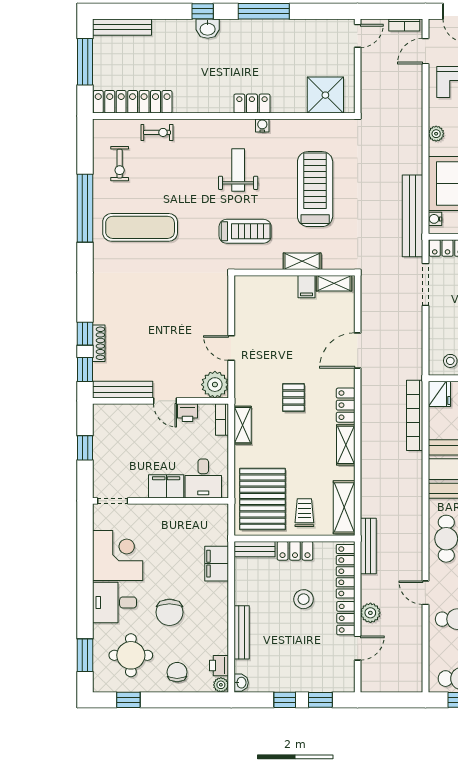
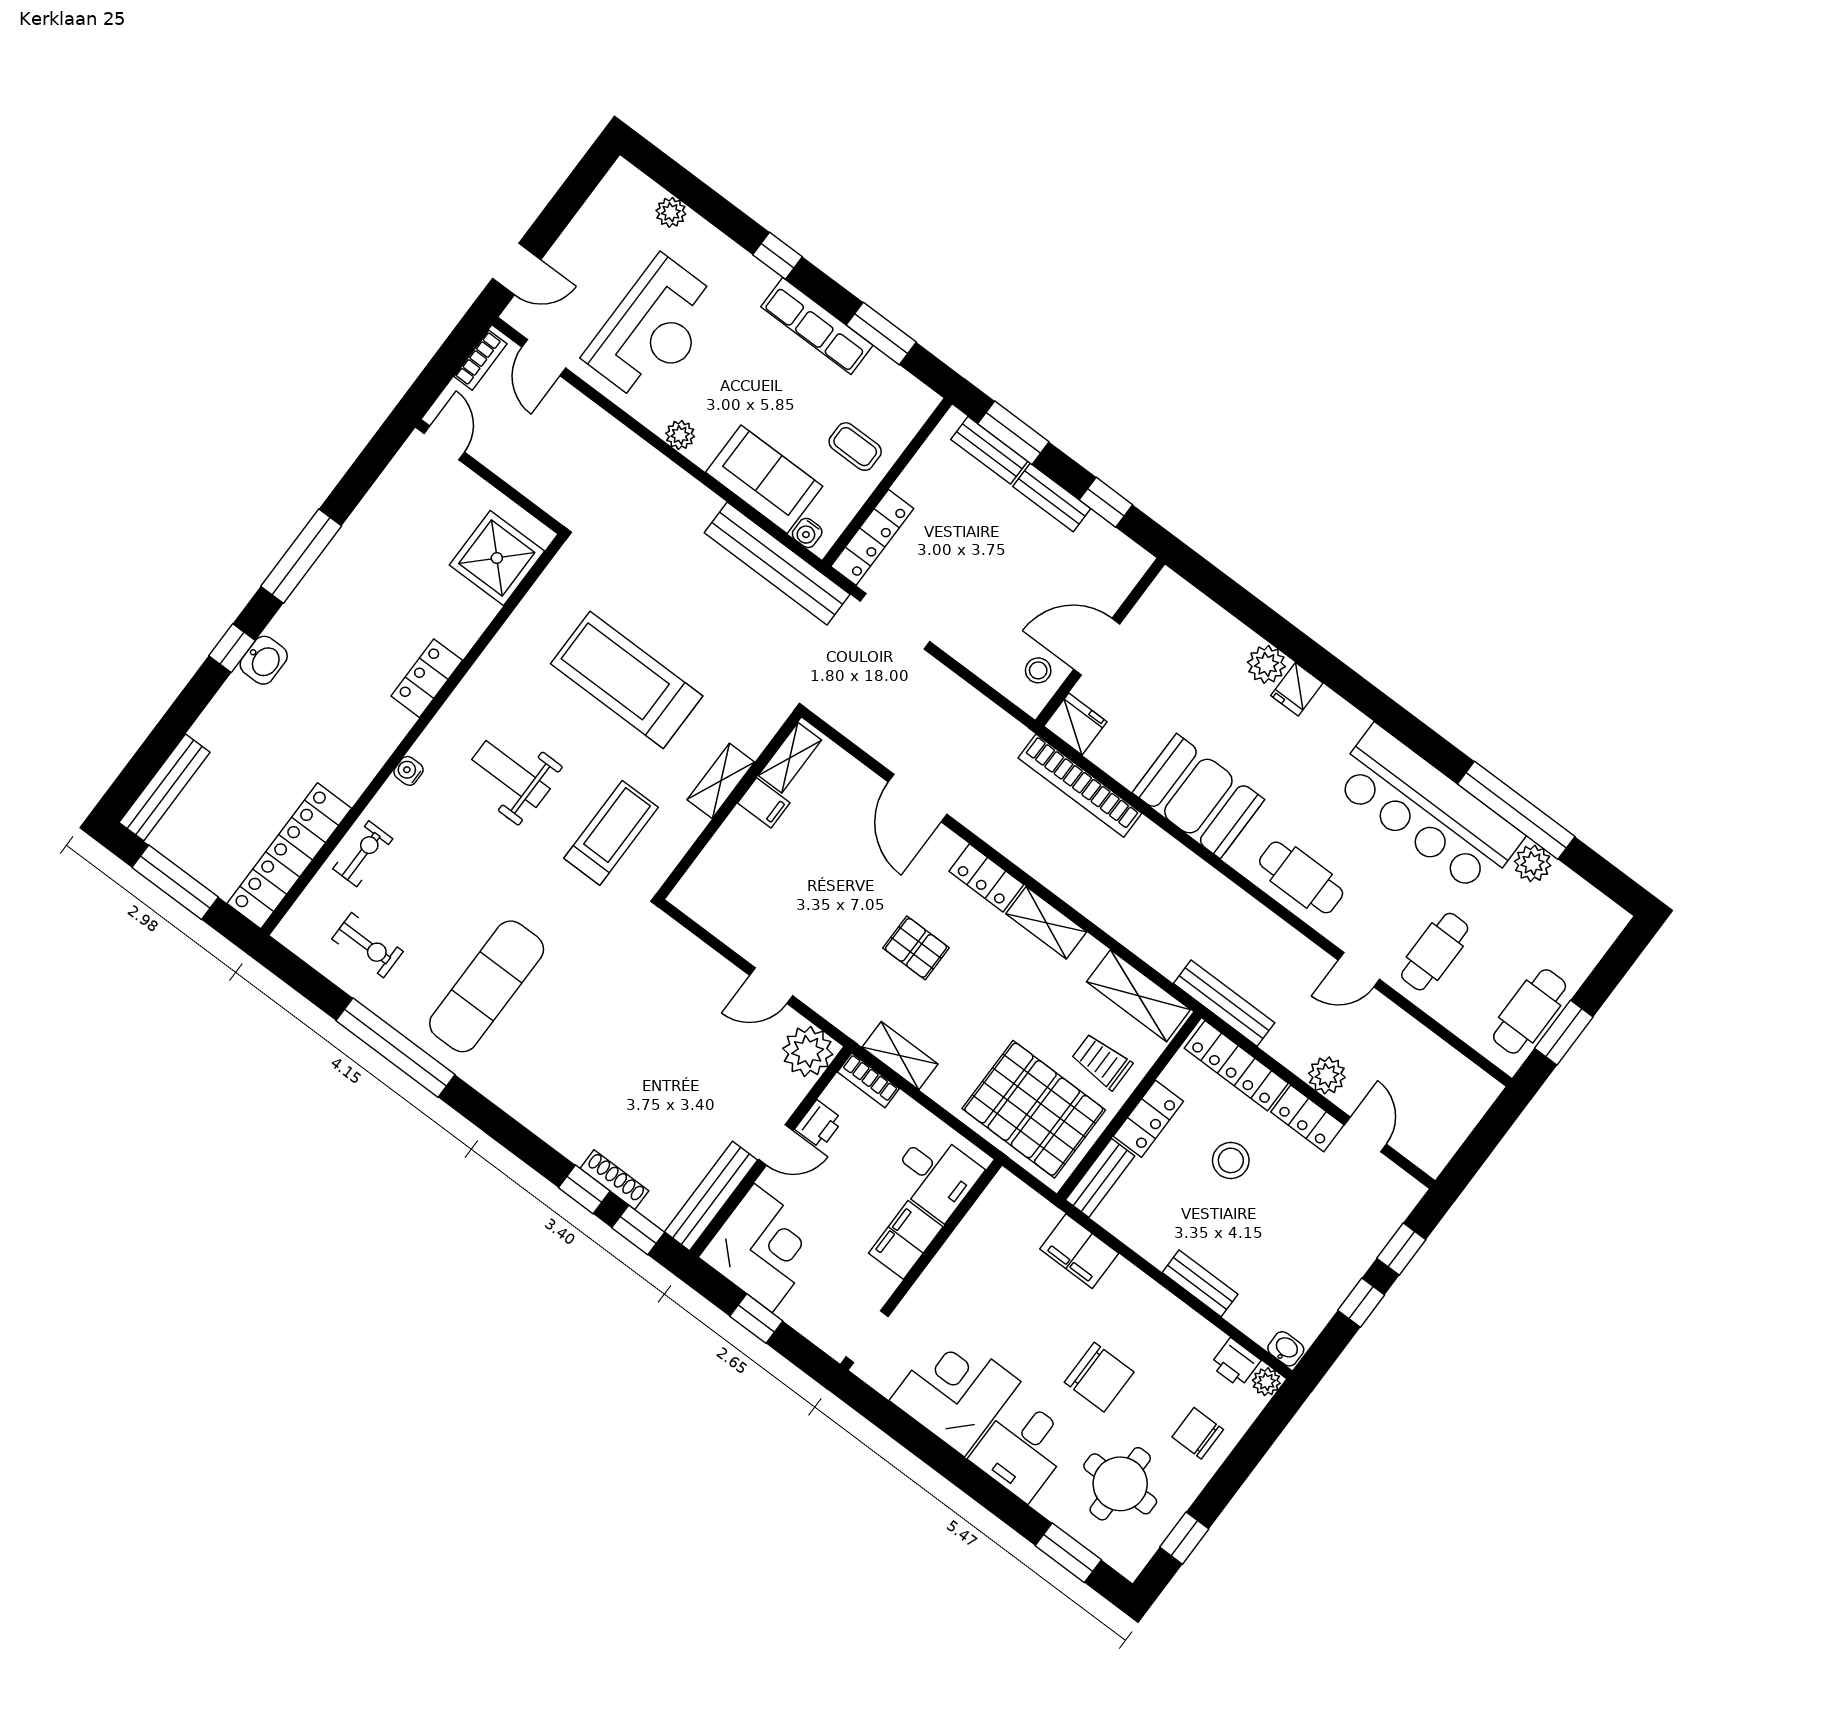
water cooler: (262, 125) -> (408, 771), moved
corner desk: (117, 428) -> (763, 1248), added
bench: (242, 632) -> (1200, 1283), width x0.73

